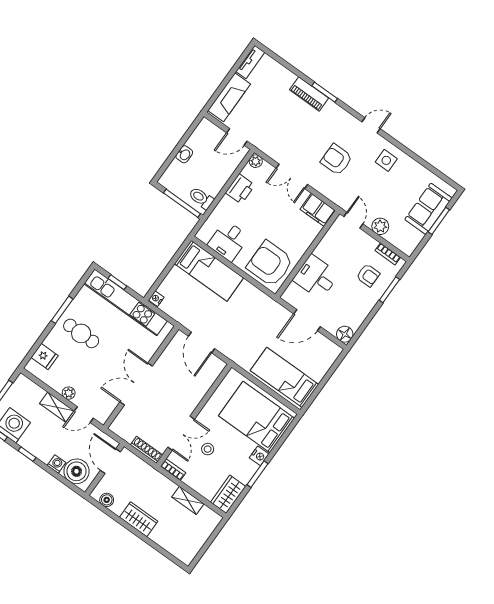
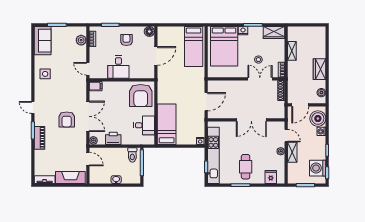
door: (371, 125) -> (33, 107), moved
armchair: (336, 160) -> (67, 119), moved
double door: (292, 176) -> (88, 116), width x1.37
sofa: (428, 209) -> (43, 41), moved, turned -90
filing cabinet: (318, 210) -> (96, 86), width x0.50
door: (353, 220) -> (88, 69), hinge flipped
plant: (380, 226) -> (81, 40), moved
armchair: (368, 275) -> (126, 40), moved
desk: (316, 277) -> (118, 67), moved
door: (307, 320) -> (156, 56), hinge flipped

